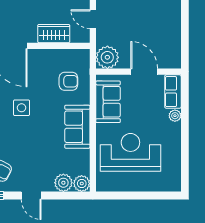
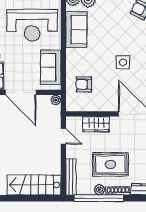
plant: (107, 57) -> (56, 100), width x0.53, depth x0.53
door: (144, 72) -> (21, 92), width x1.36
sofa: (77, 127) -> (76, 30), moved

